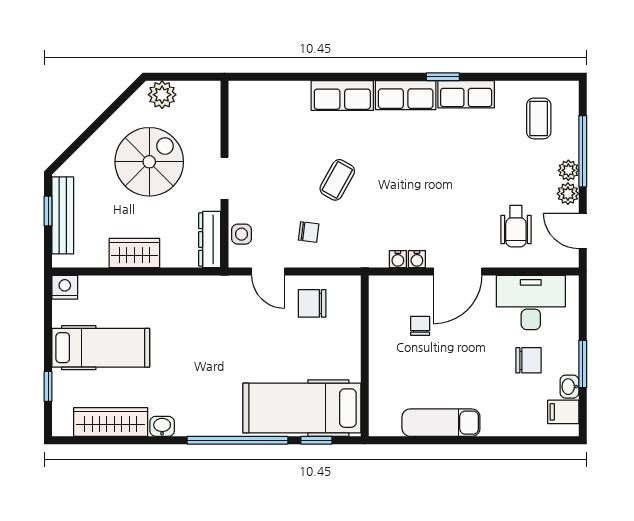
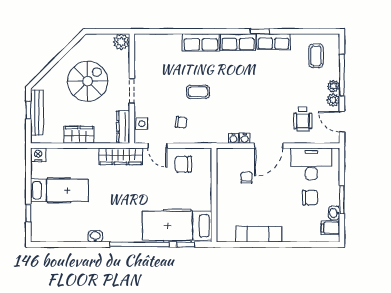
plant: (162, 95) -> (121, 42), moved
coffee table: (337, 180) -> (198, 92), turned 61
wardrobe: (111, 422) -> (121, 156), moved, turned 180

